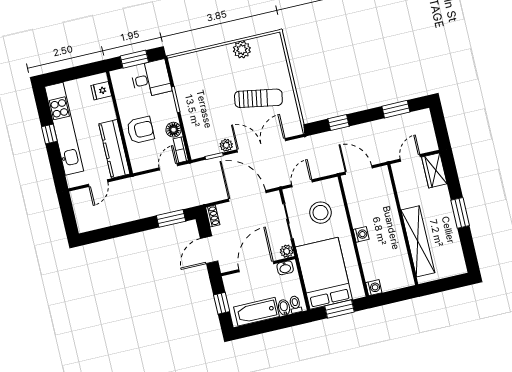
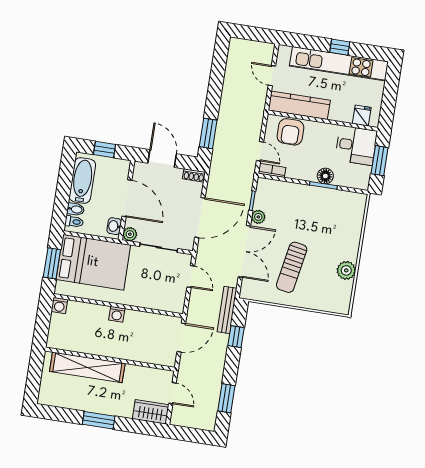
desk: (151, 79) -> (356, 145), moved, turned -90
armchair: (140, 130) -> (290, 132), moved
floor lamp: (174, 130) -> (325, 176), moved
bench: (318, 140) -> (227, 310), added
stool: (320, 213) -> (154, 283), removed

